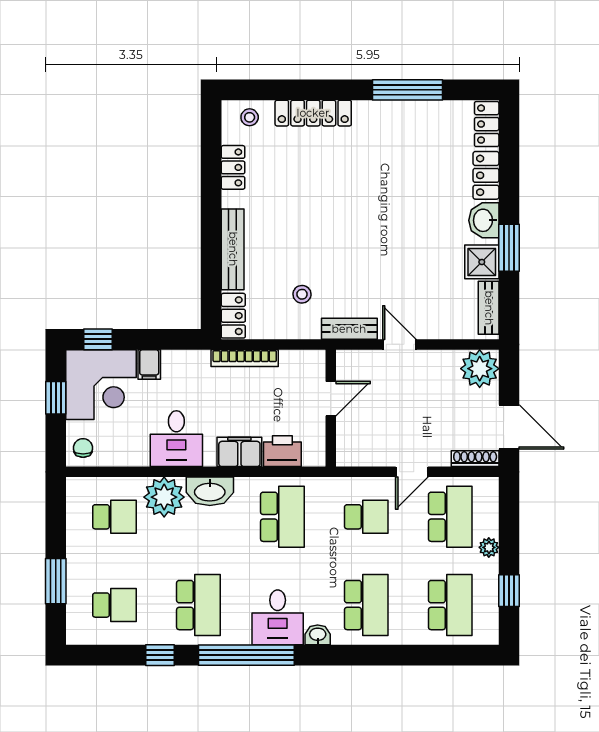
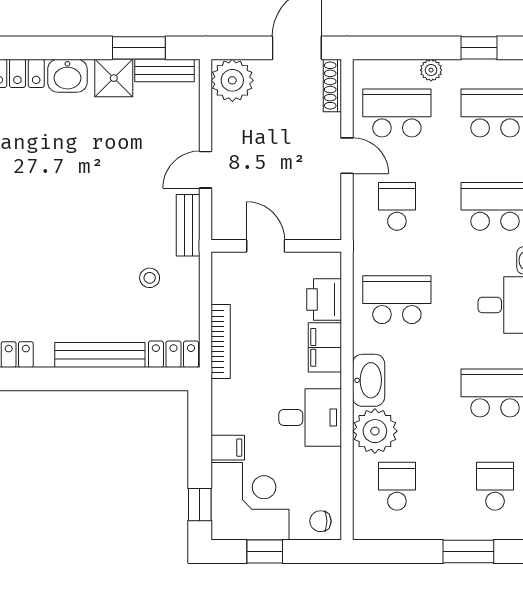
window: (509, 248) -> (139, 48), moved

